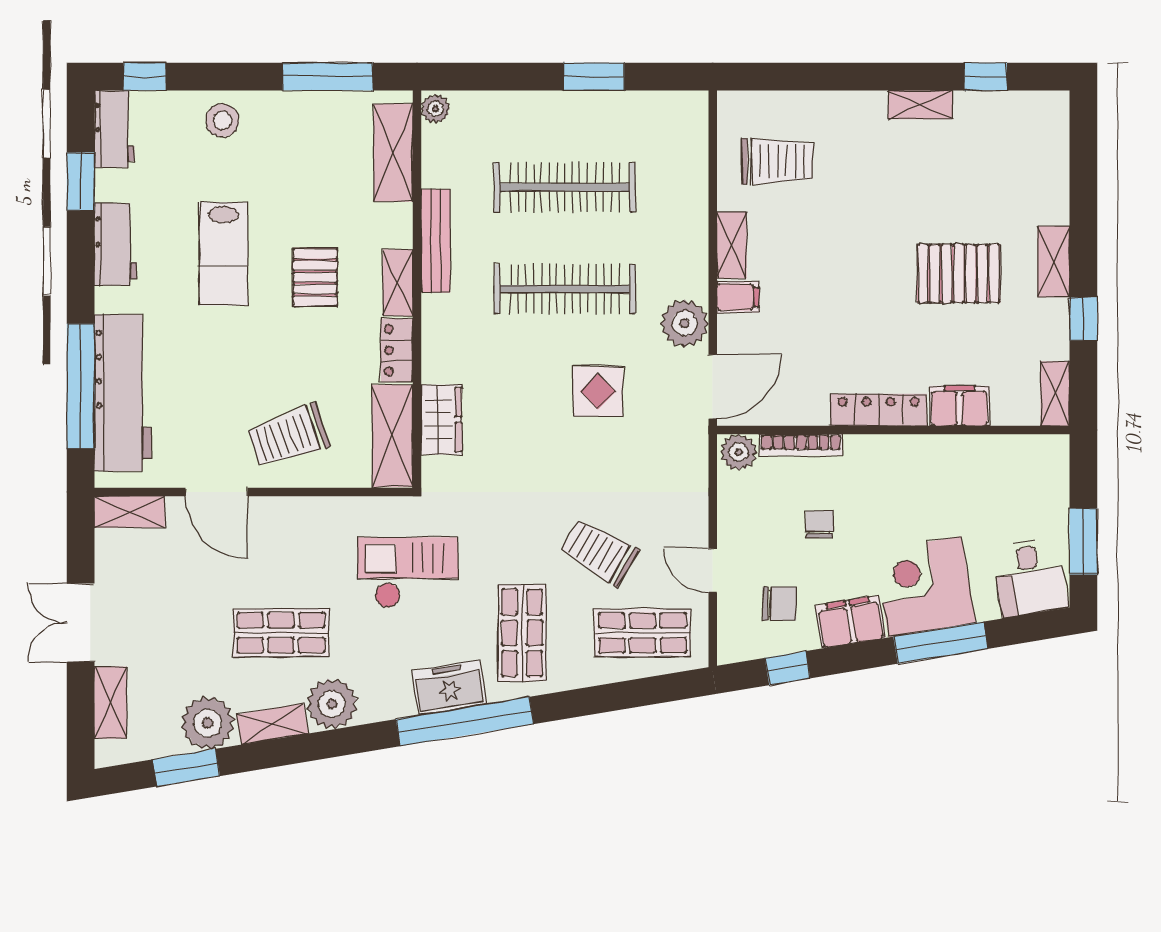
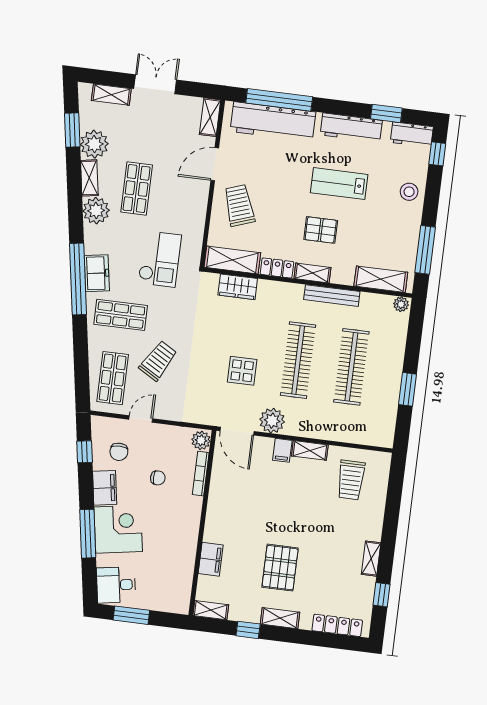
workbench: (116, 244) -> (351, 128), width x1.38
locker: (879, 410) -> (337, 625), moved, turned -90

